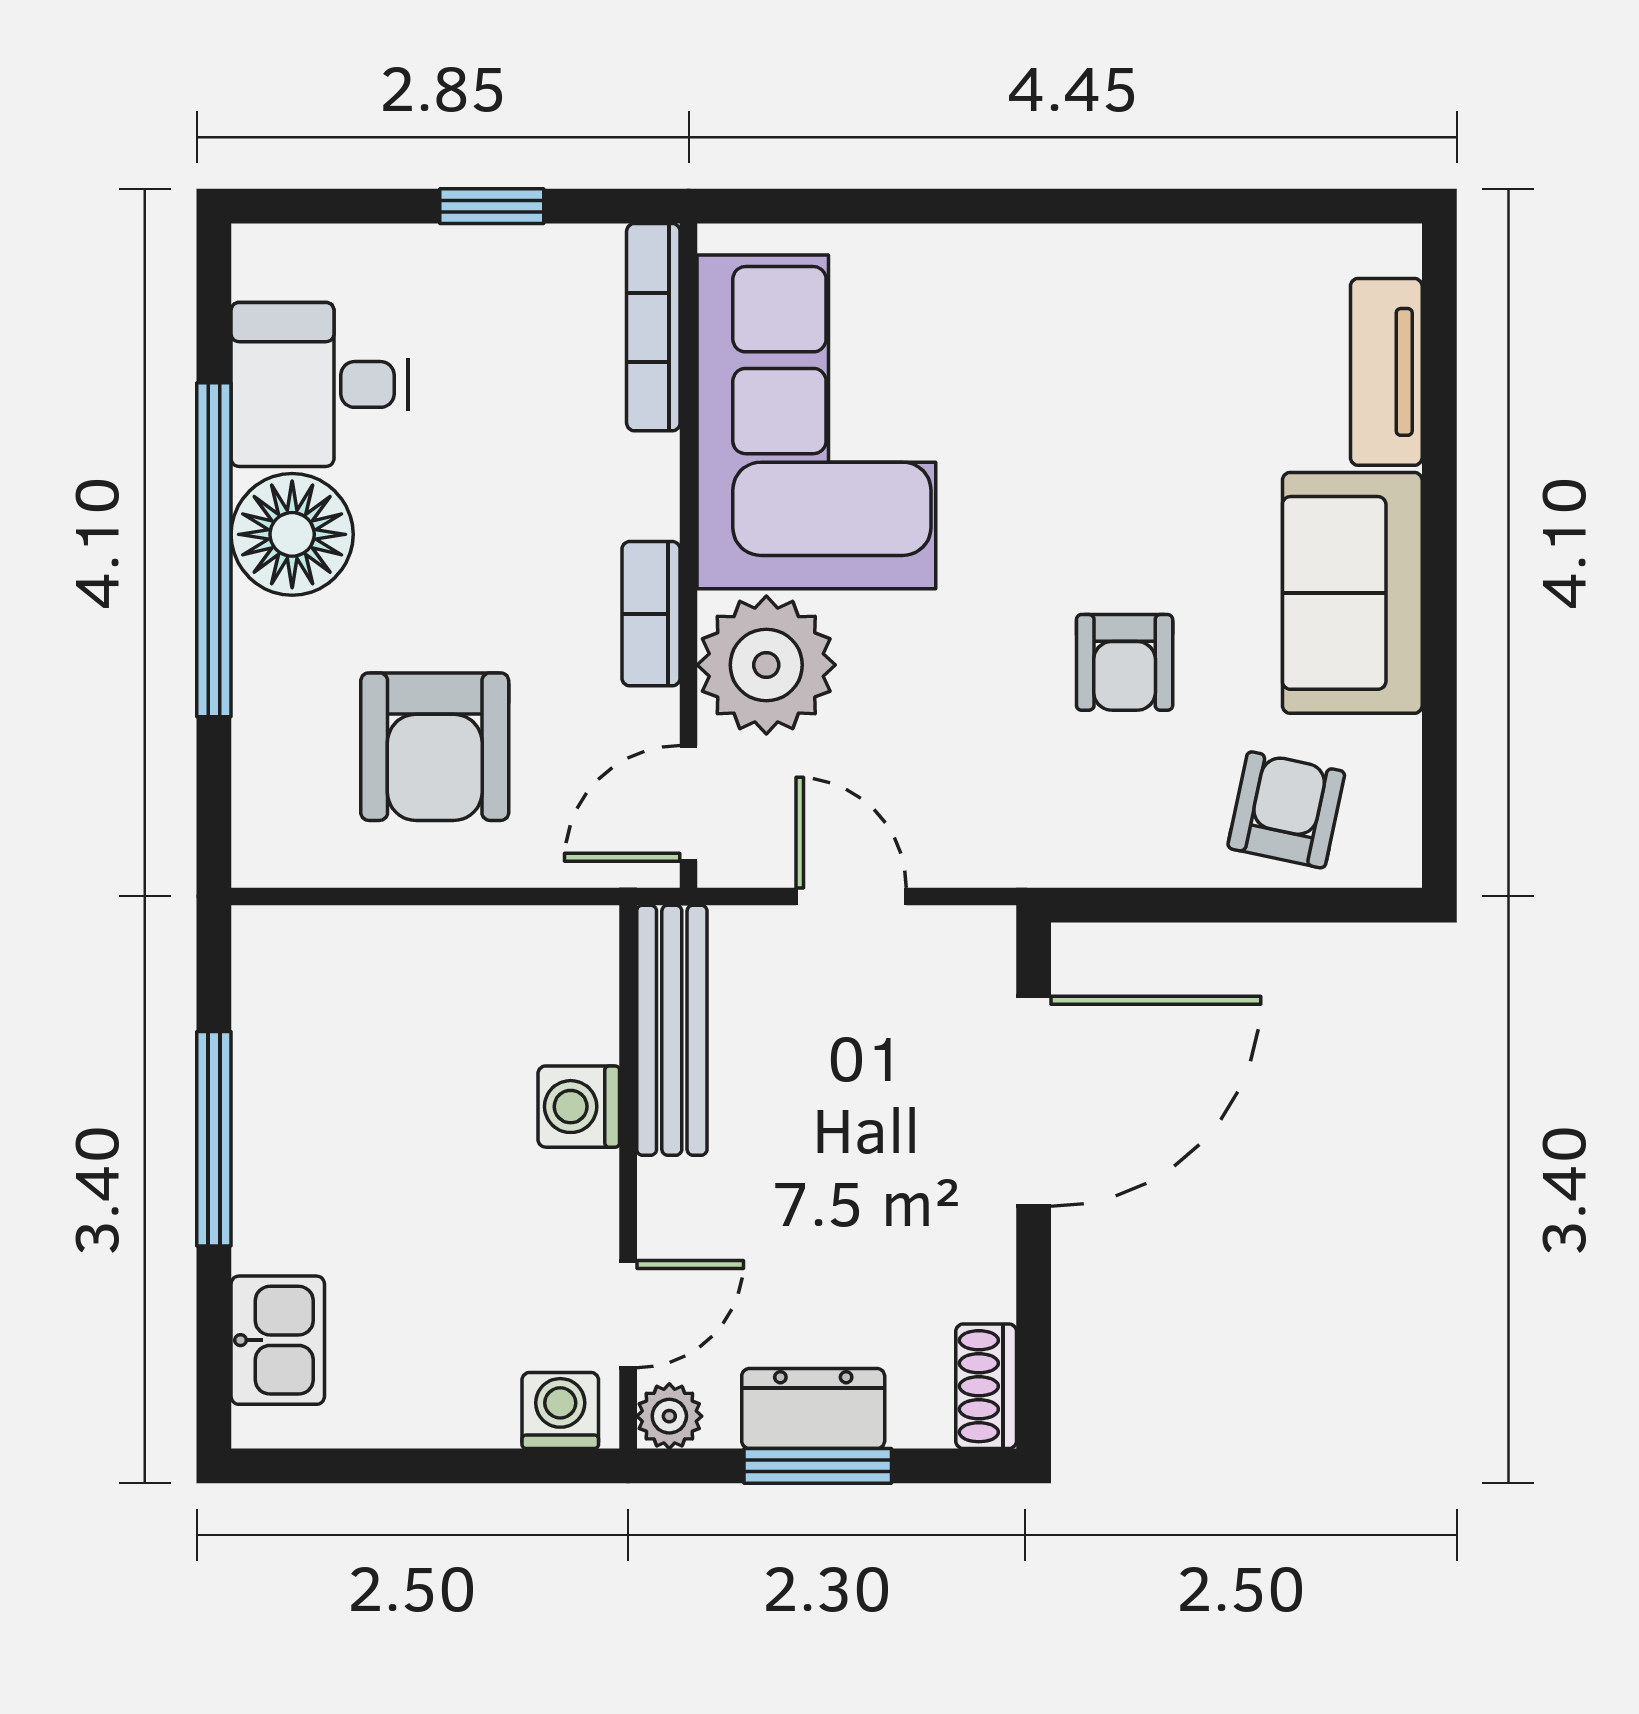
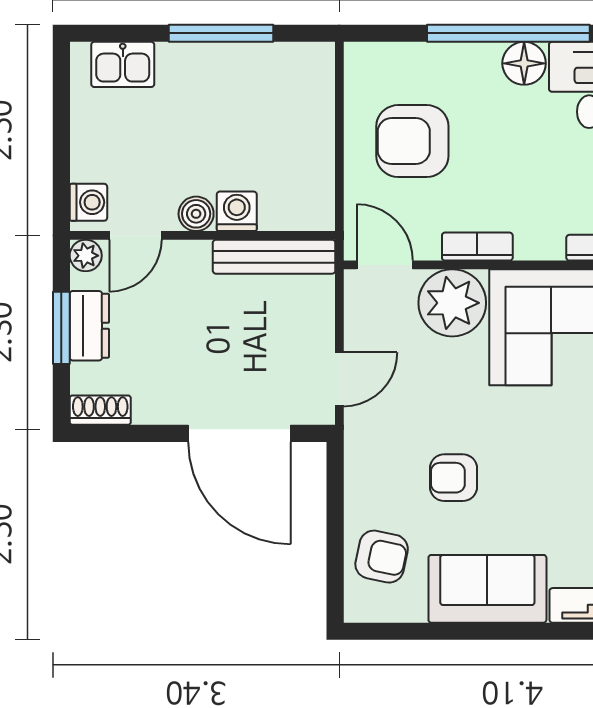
floor lamp: (292, 534) -> (524, 63), width x0.73, depth x0.73
door: (851, 896) -> (339, 379), moved
boiler: (584, 1190) -> (196, 214), added
door: (628, 1314) -> (135, 235), hinge flipped

